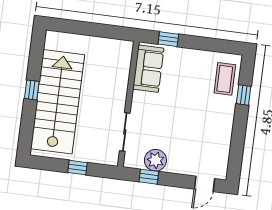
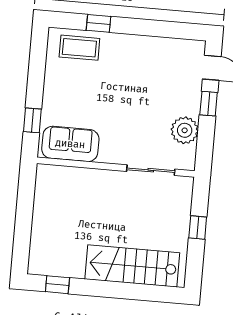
window: (32, 90) -> (57, 285), moved
stairs: (58, 102) -> (132, 266), width x0.73, depth x0.66
window: (149, 177) -> (209, 104), moved

